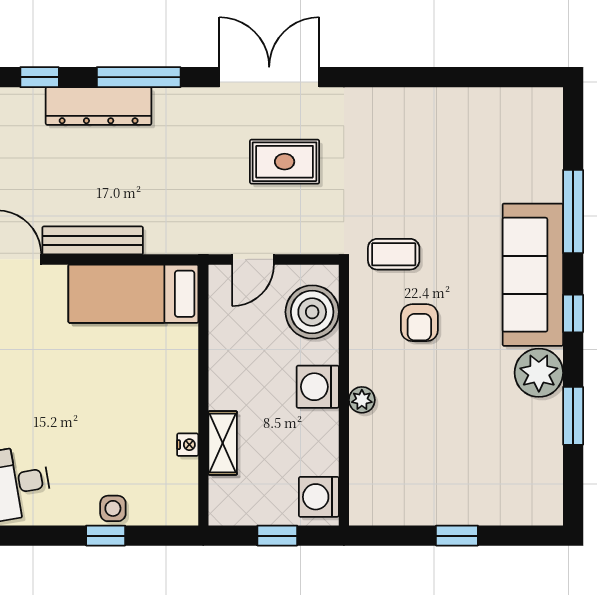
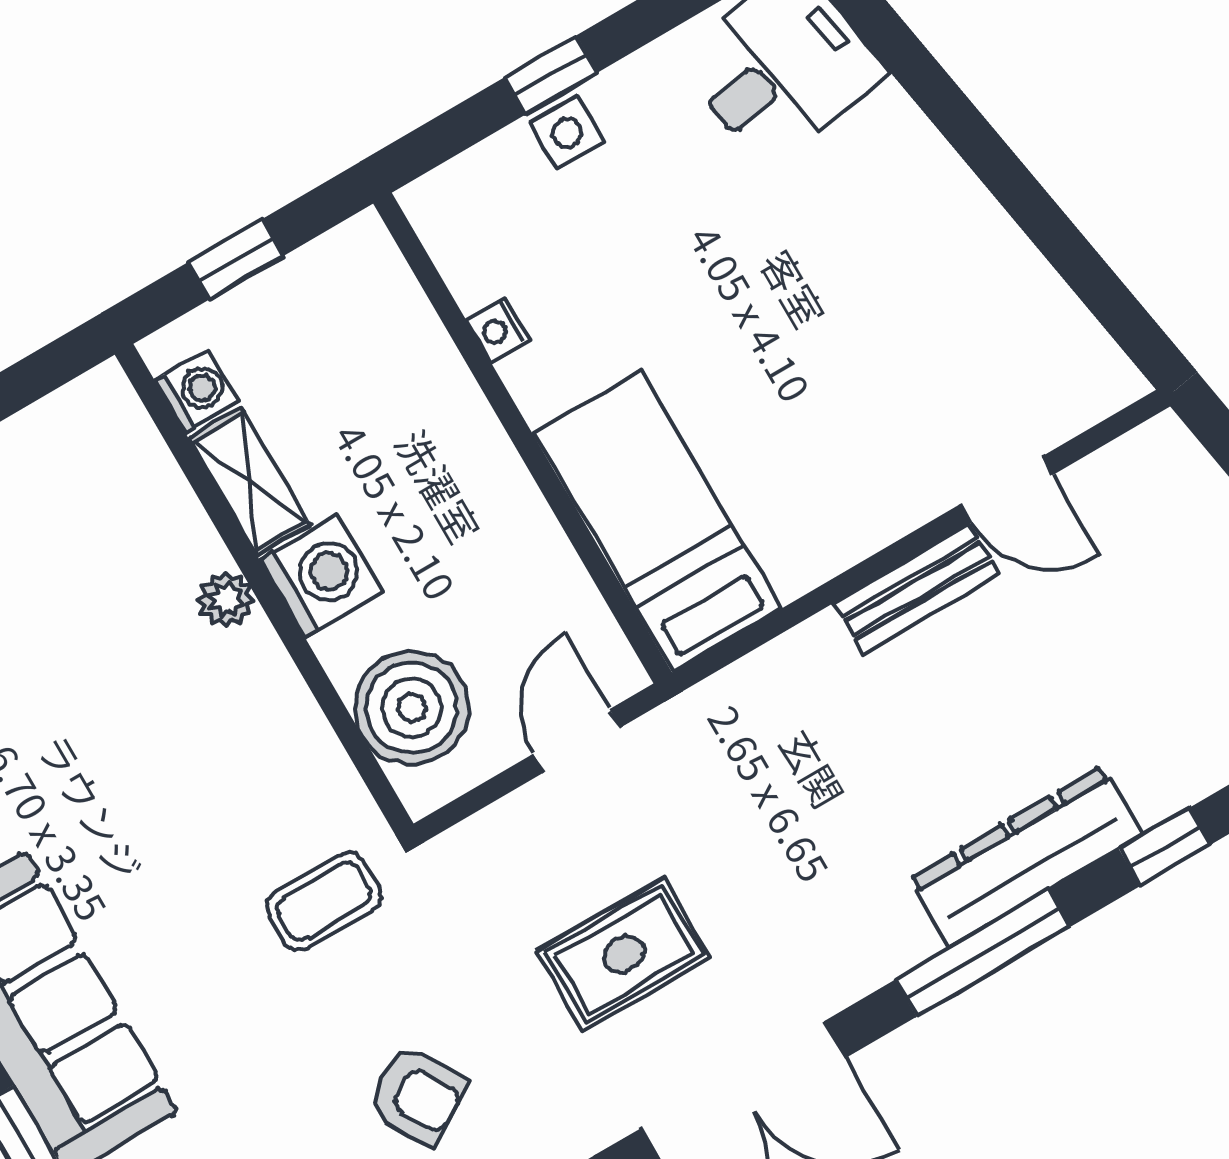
bench: (93, 240) -> (917, 589), width x0.73
bed: (133, 294) -> (657, 521), moved, turned -90
armchair: (419, 323) -> (417, 1095), moved, turned 149
shelving: (223, 443) -> (249, 481), moved
washing machine: (319, 497) -> (197, 391), width x0.73, depth x0.73

